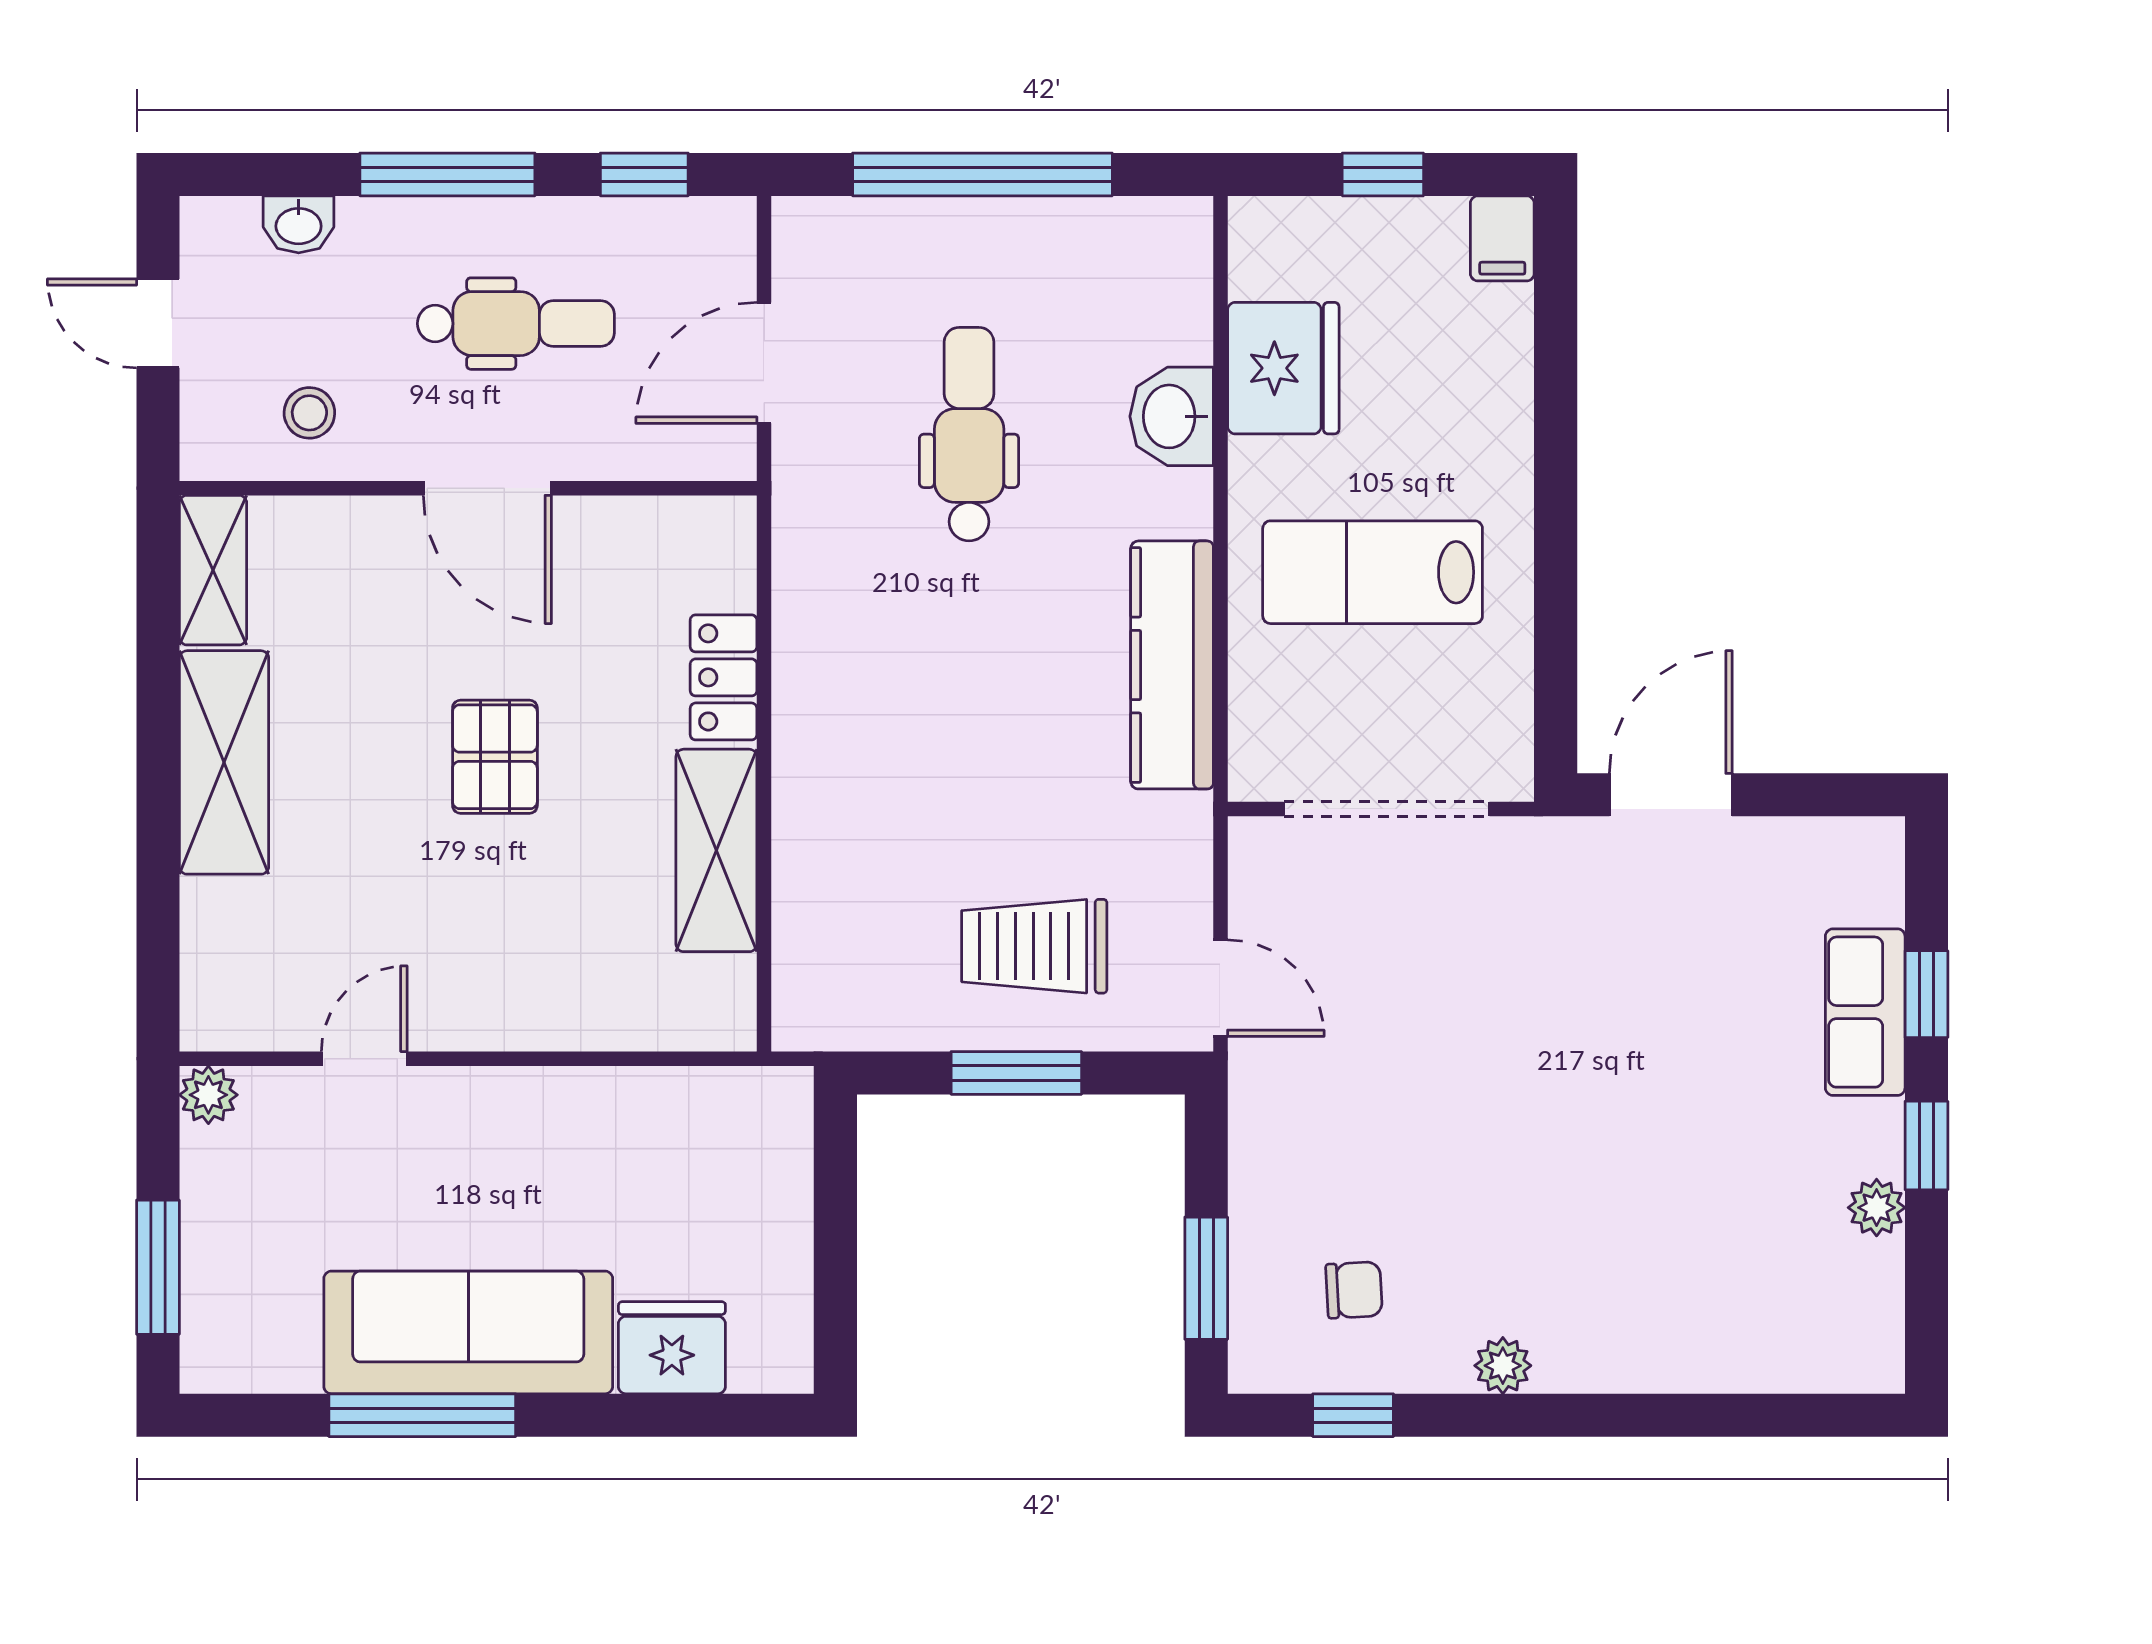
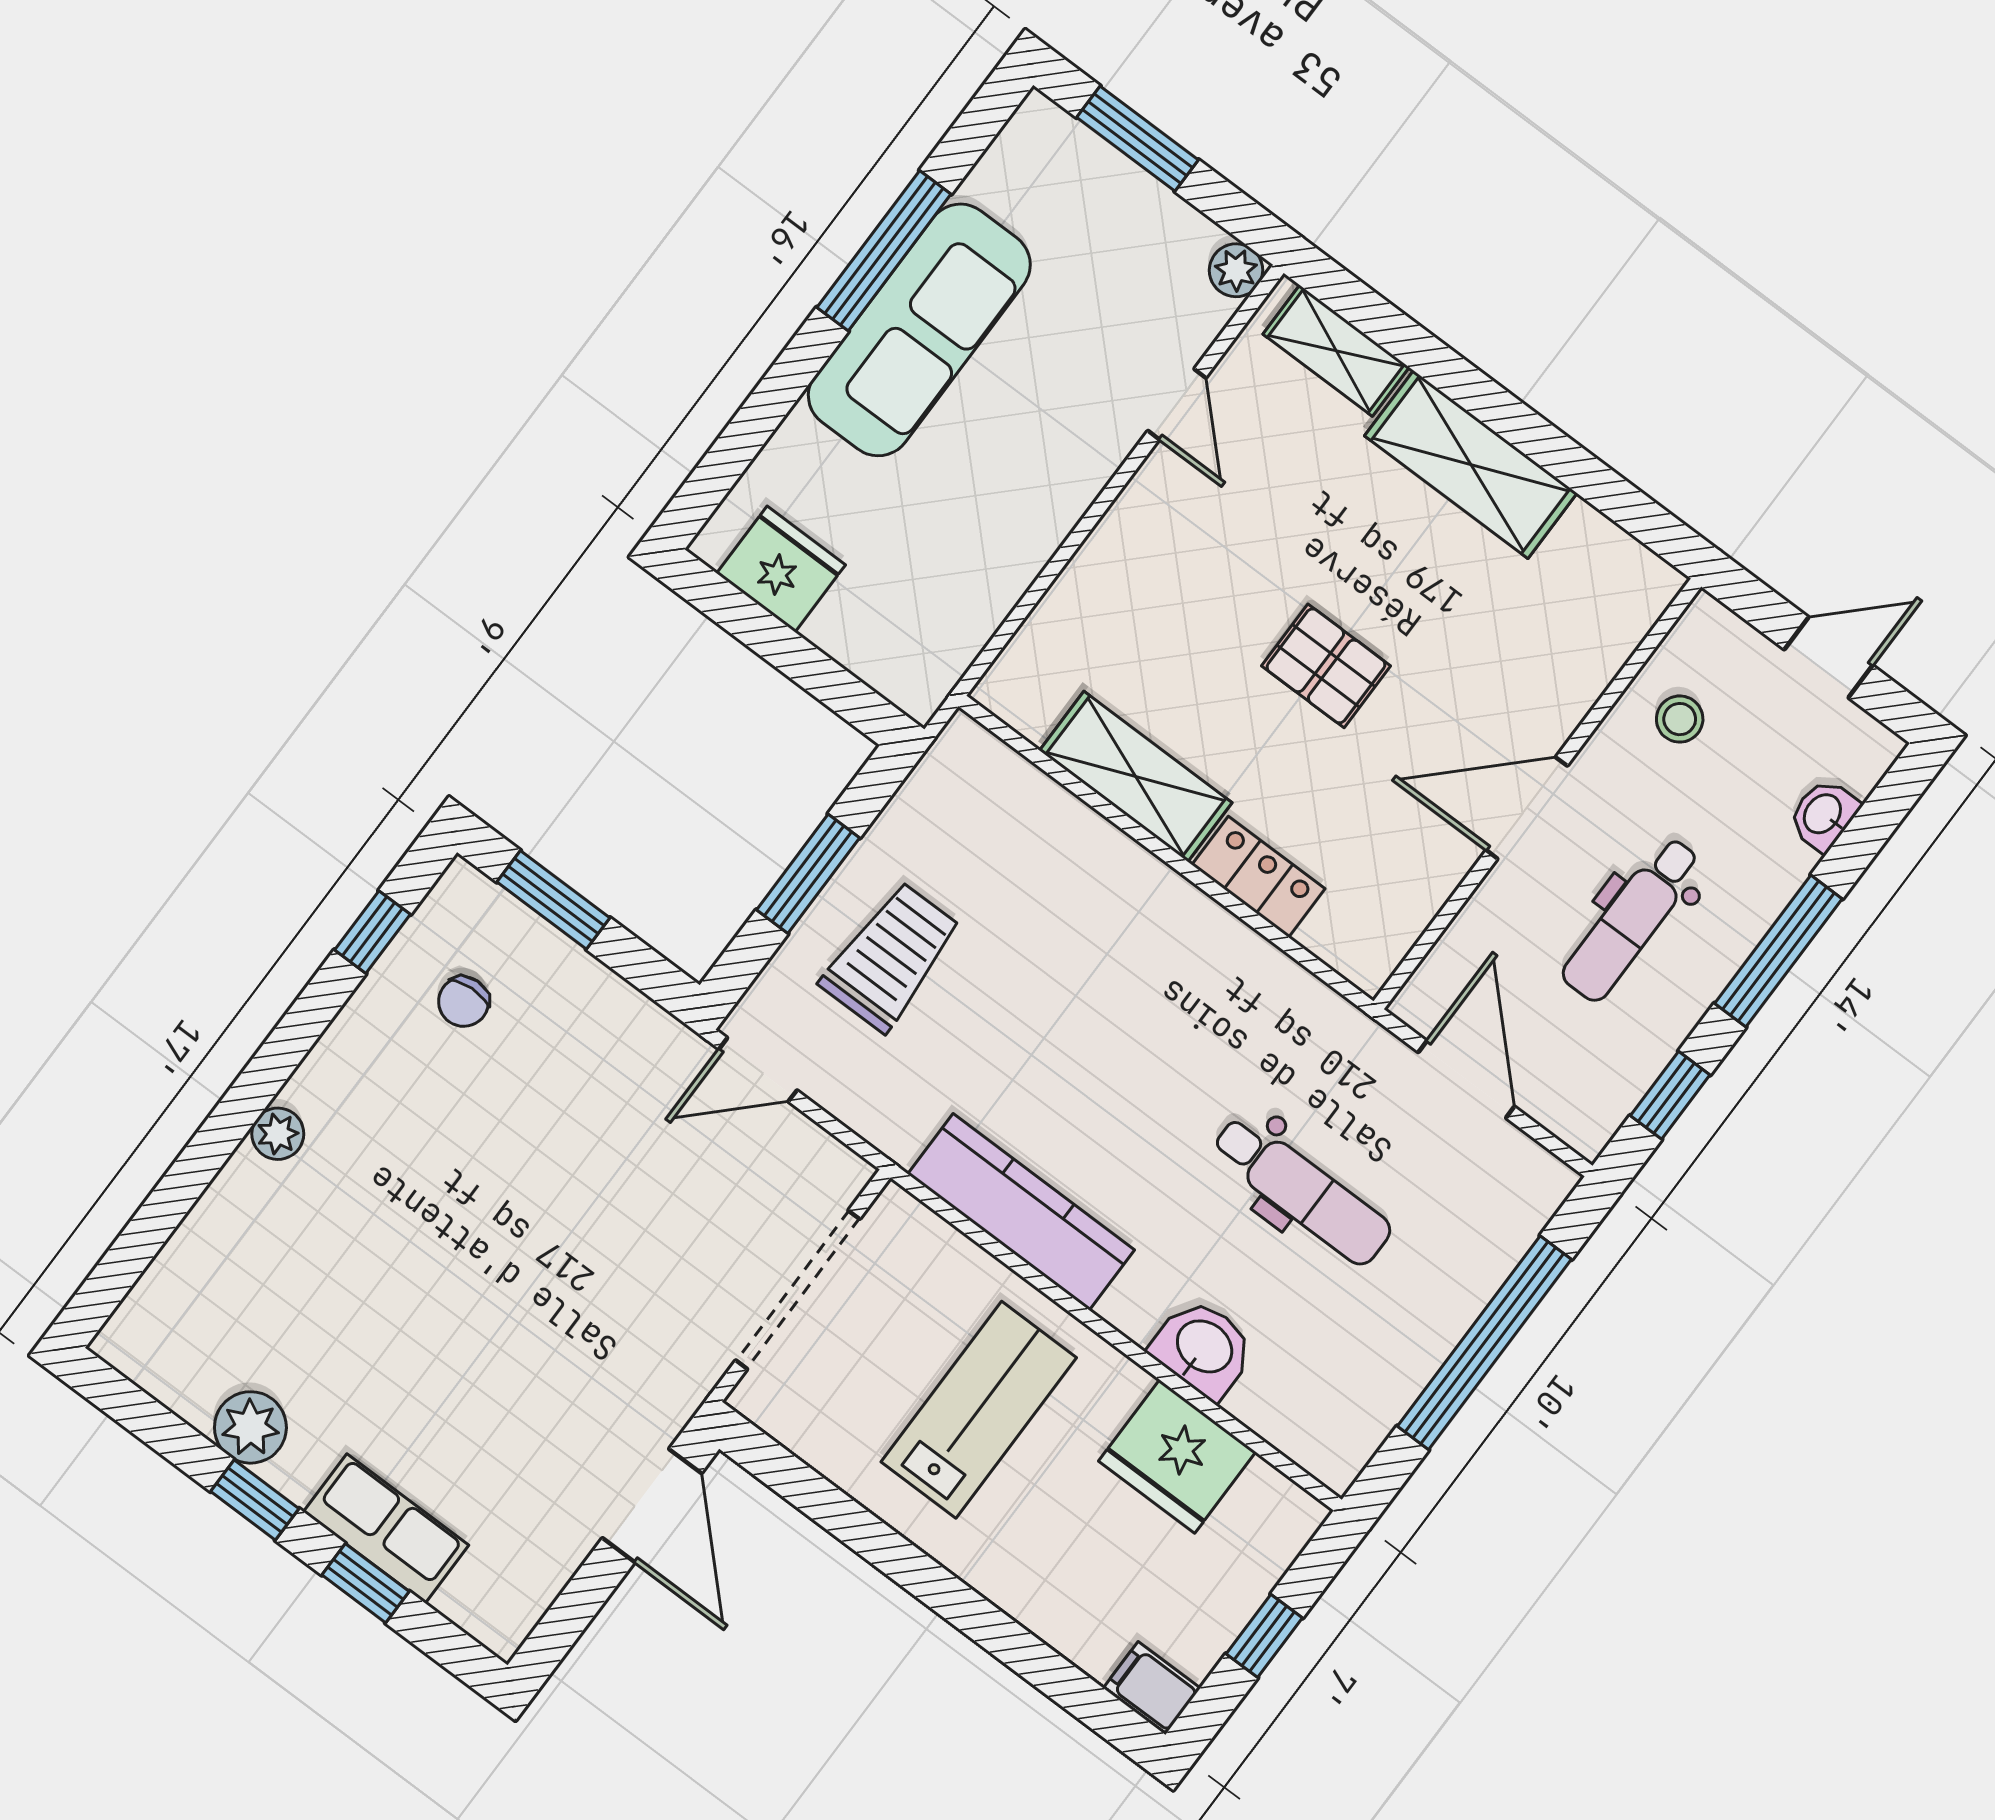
shelving: (213, 570) -> (1336, 351), moved
plant: (1877, 1208) -> (250, 1427), width x1.38, depth x1.38
fridge: (672, 1348) -> (781, 569), moved, turned -90
plant: (1503, 1366) -> (278, 1134), moved

